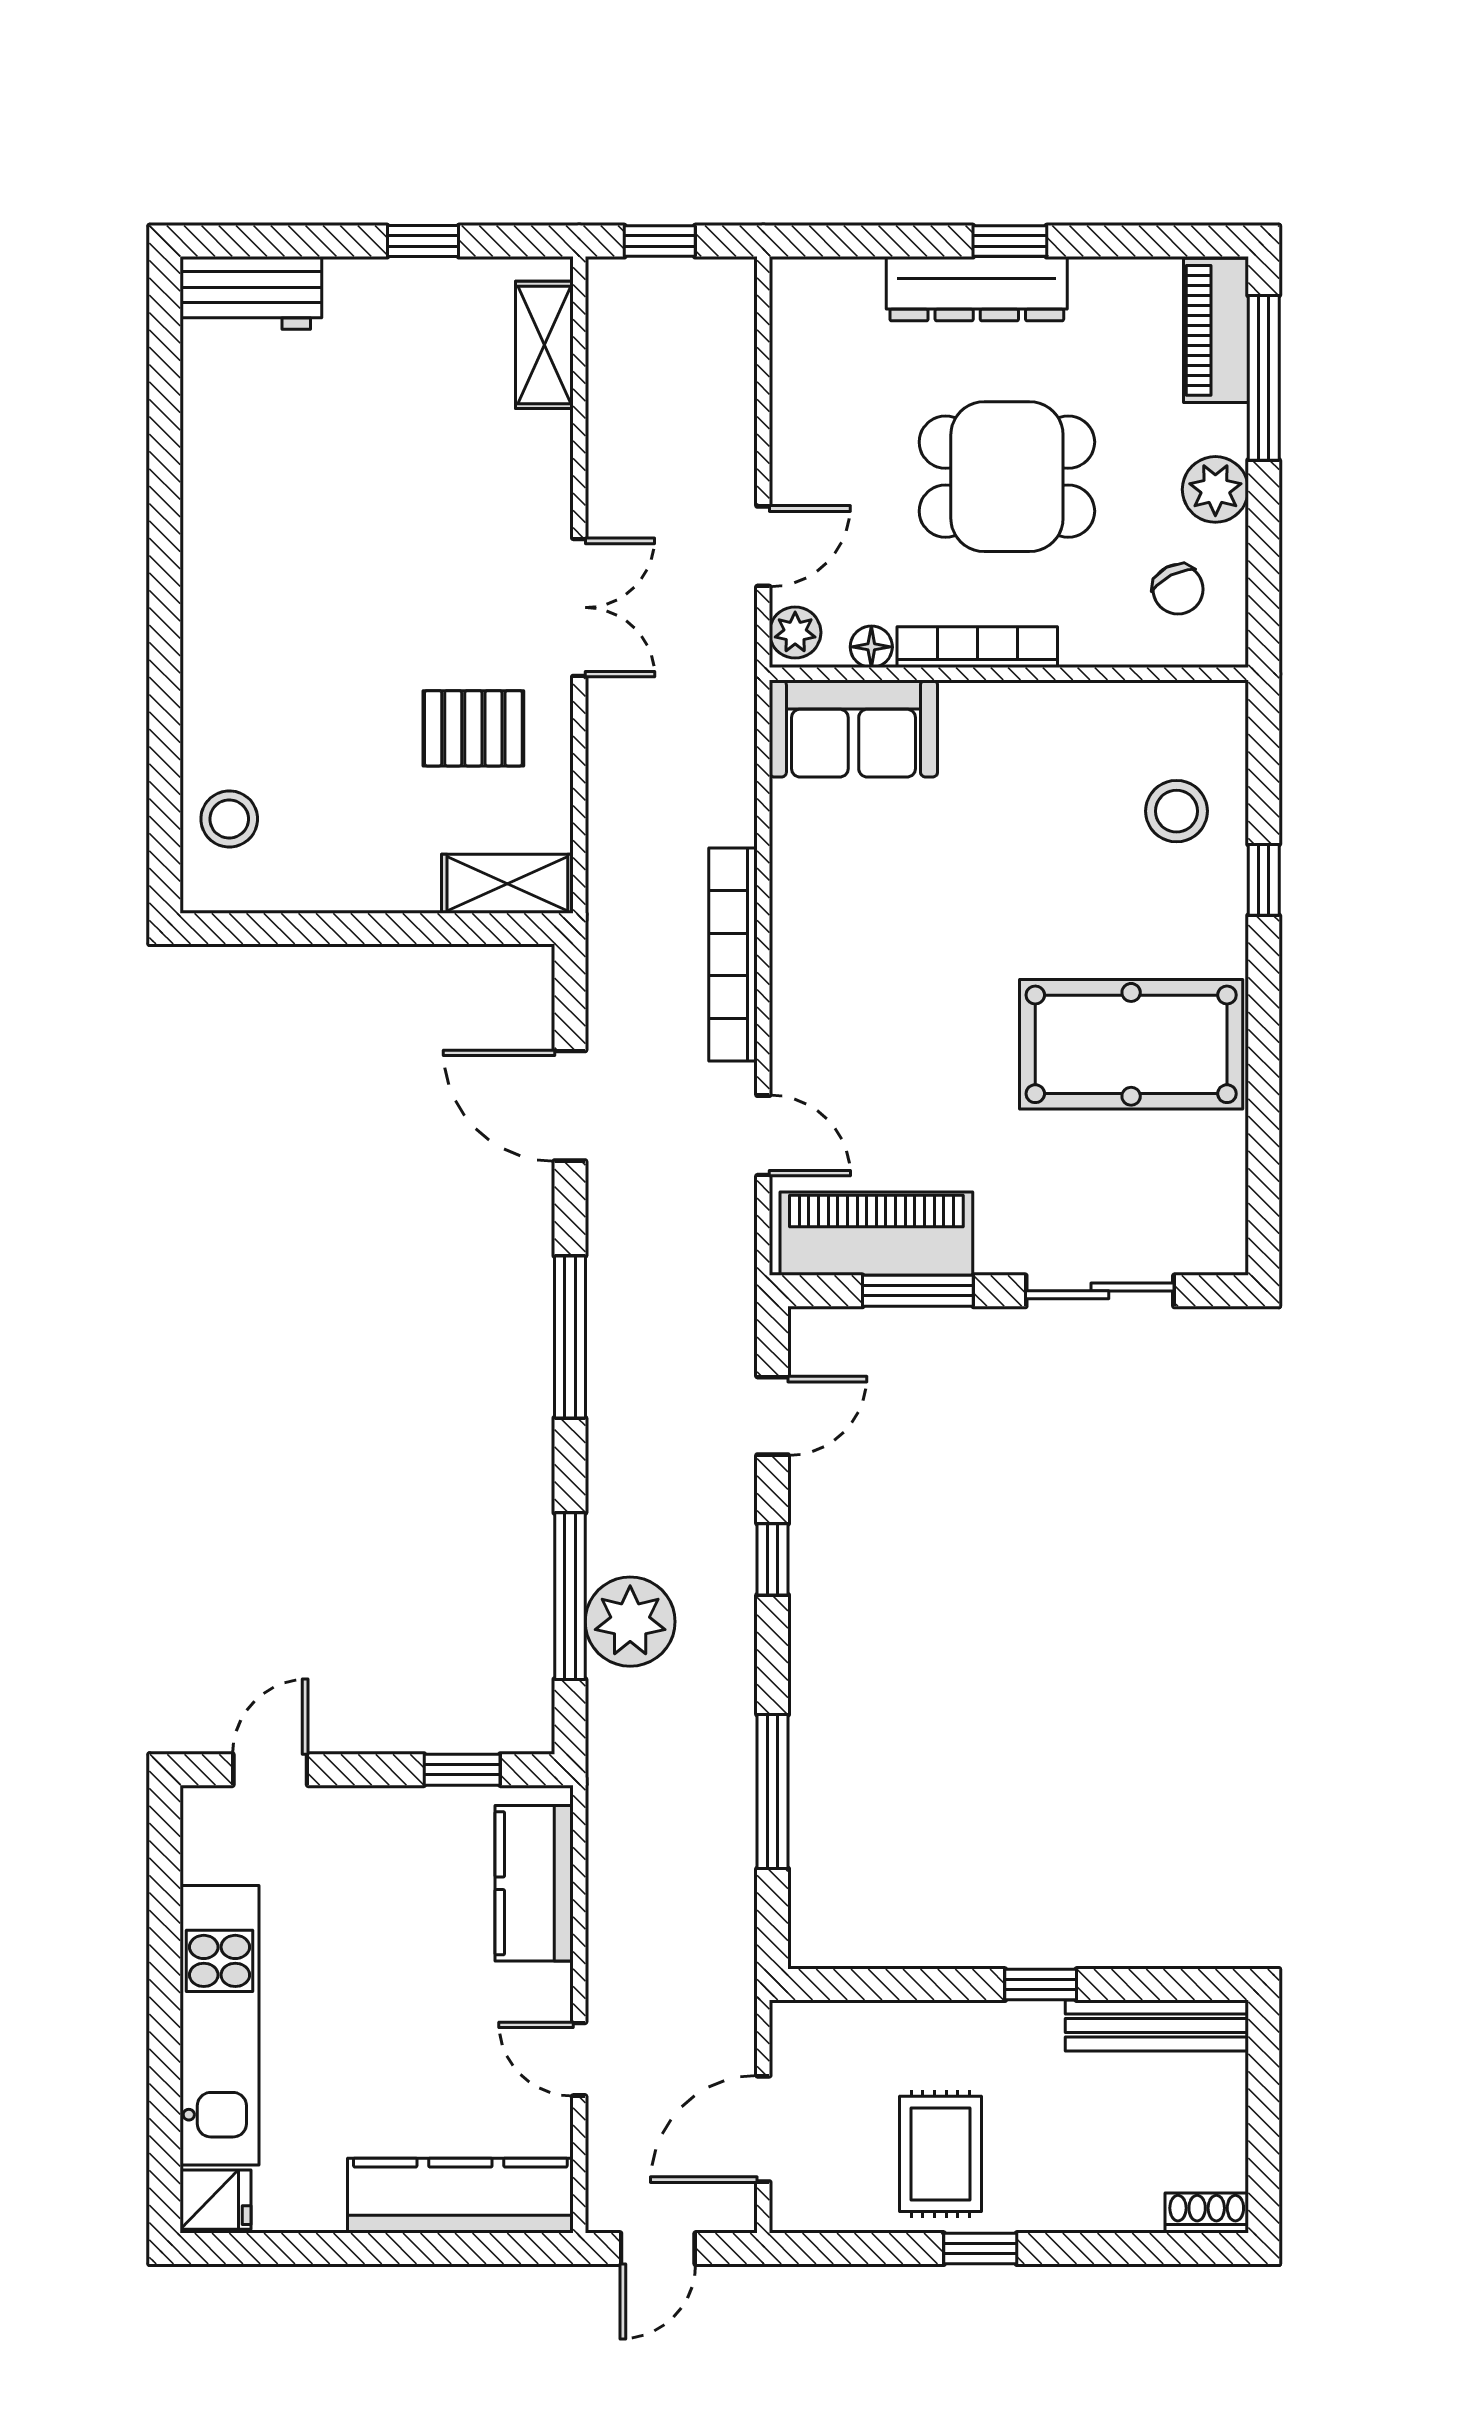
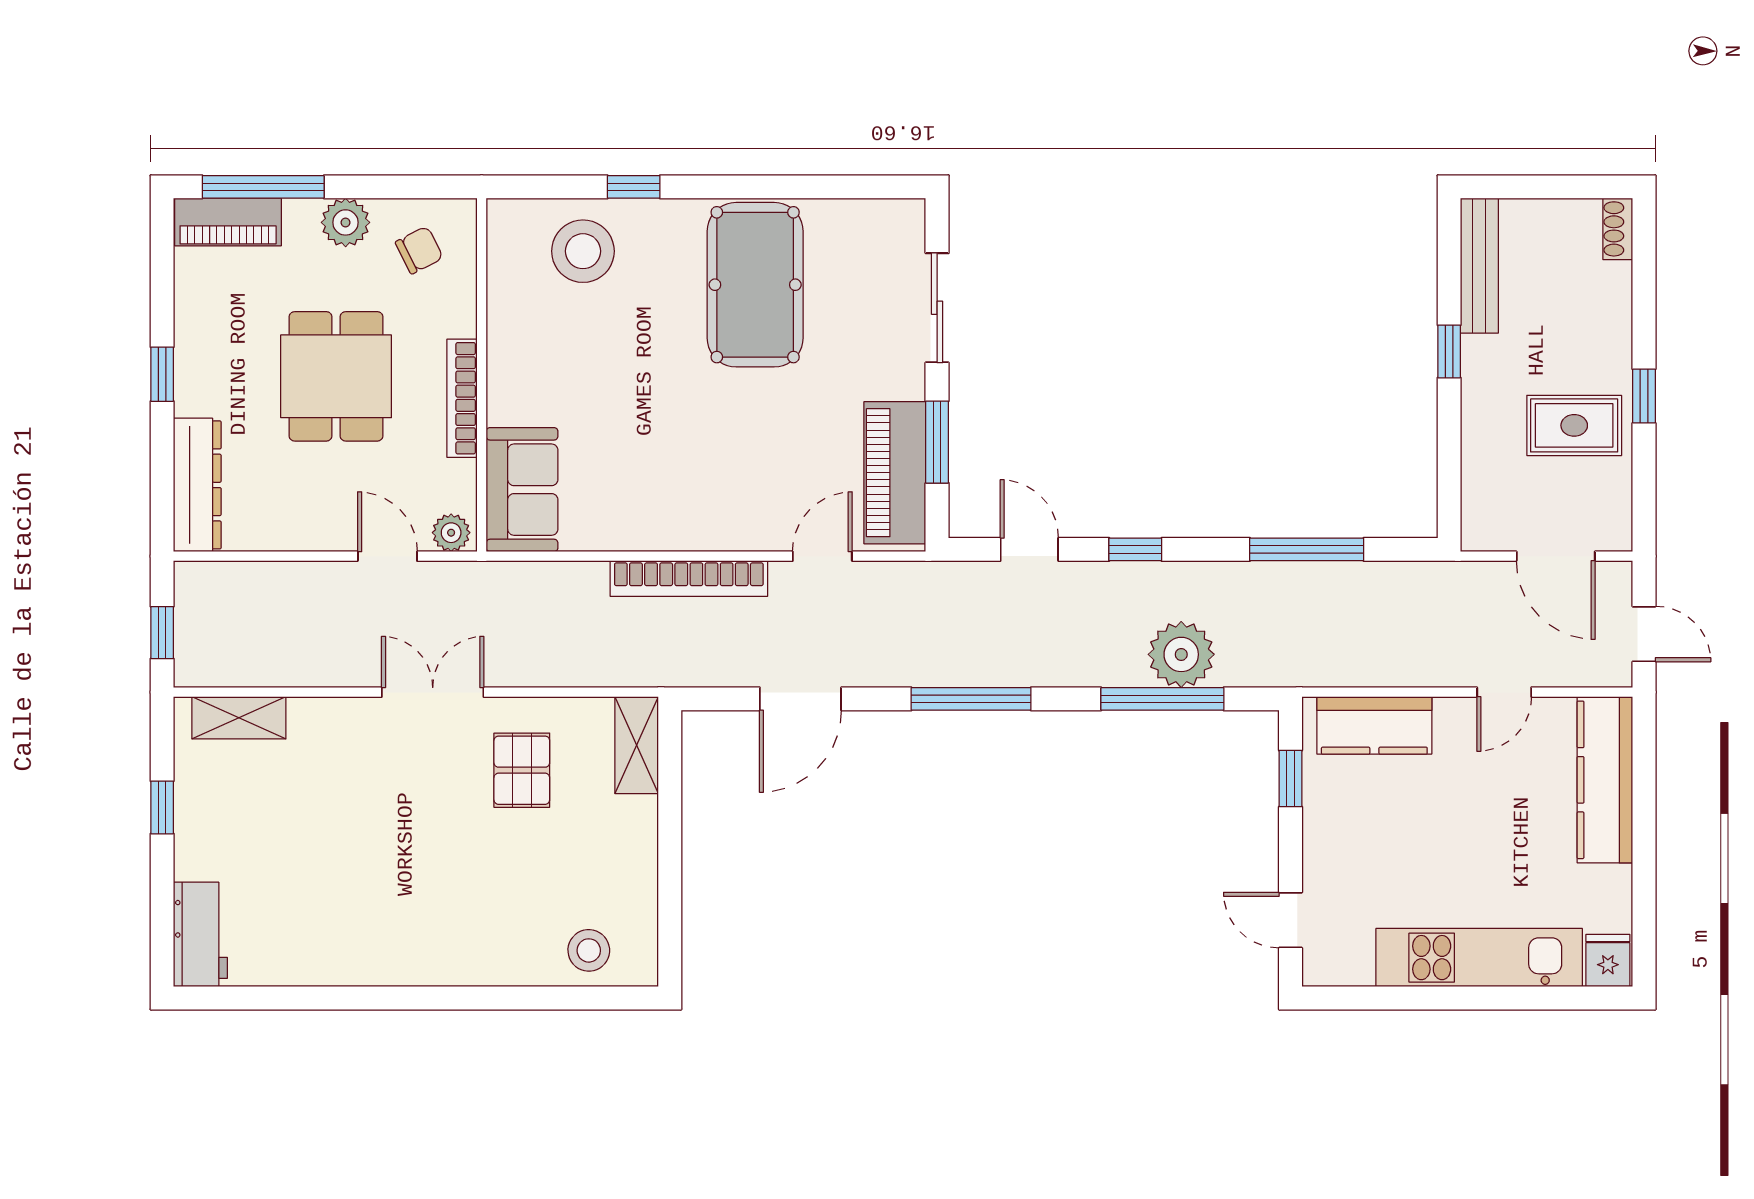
dresser: (977, 289) -> (197, 485), moved
floor lamp: (871, 647) -> (462, 476), removed
stool: (1177, 811) -> (583, 251), width x1.38, depth x1.38

